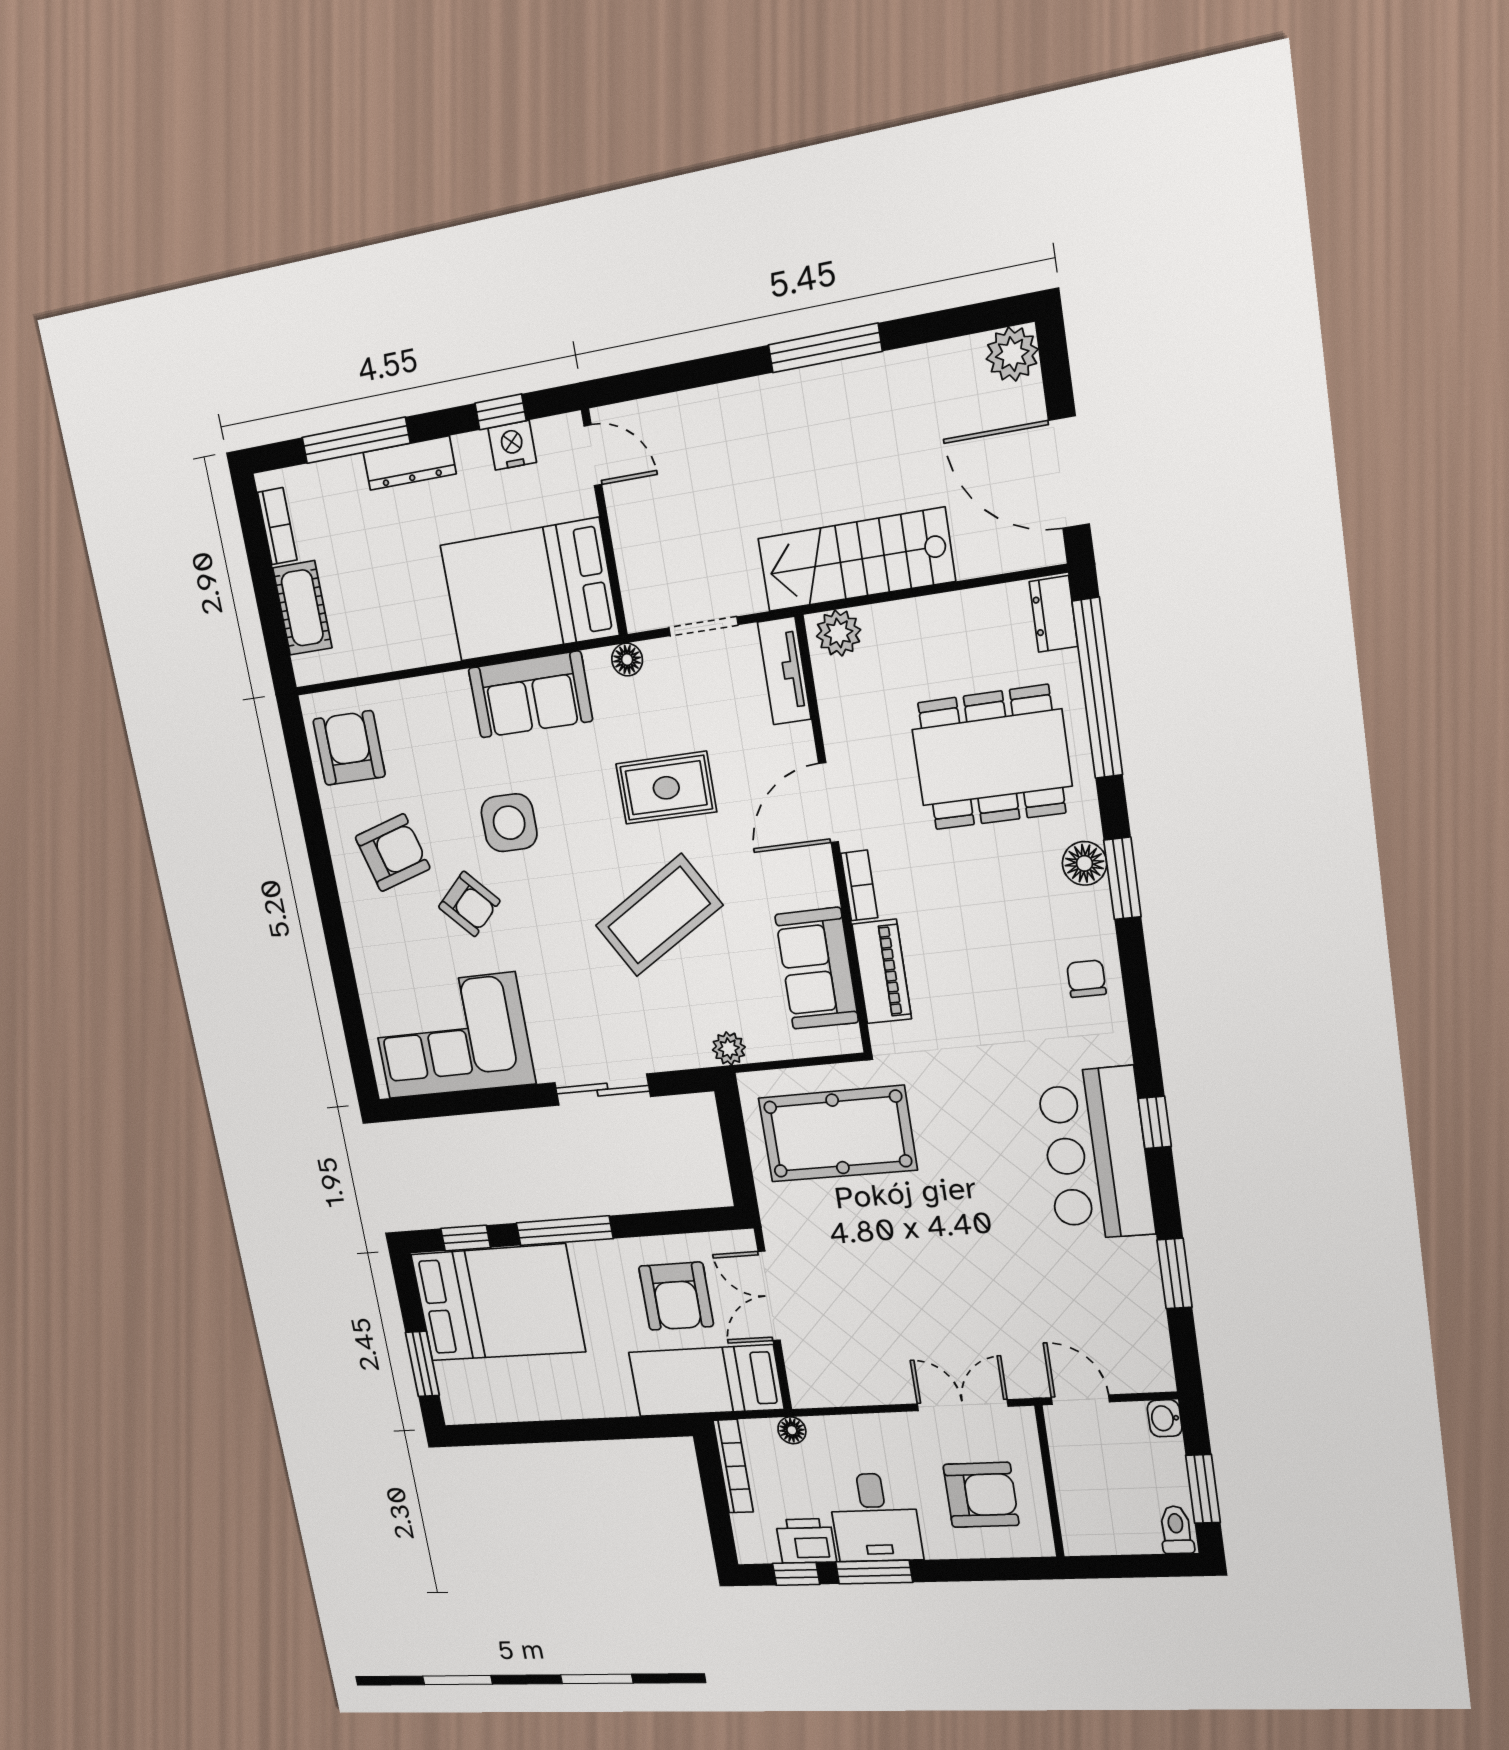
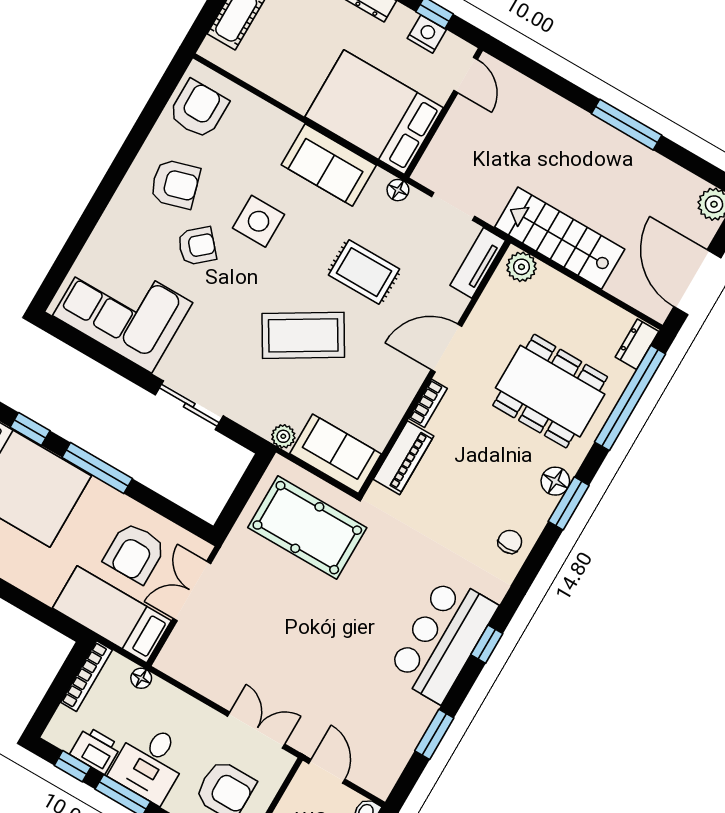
armchair: (469, 904) -> (197, 246), turned -87
sofa: (817, 969) -> (335, 454), moved, turned 90

